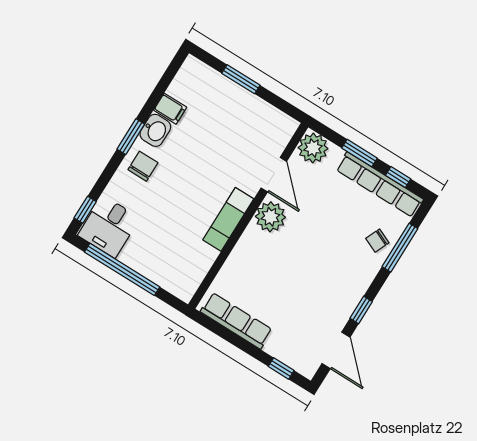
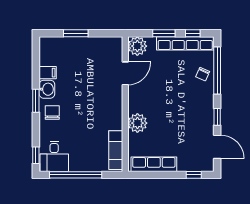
door: (274, 175) -> (125, 73), hinge flipped
plant: (270, 217) -> (137, 123), moved
exam couch: (228, 219) -> (116, 150), moved
window: (400, 248) -> (217, 70), width x1.46

